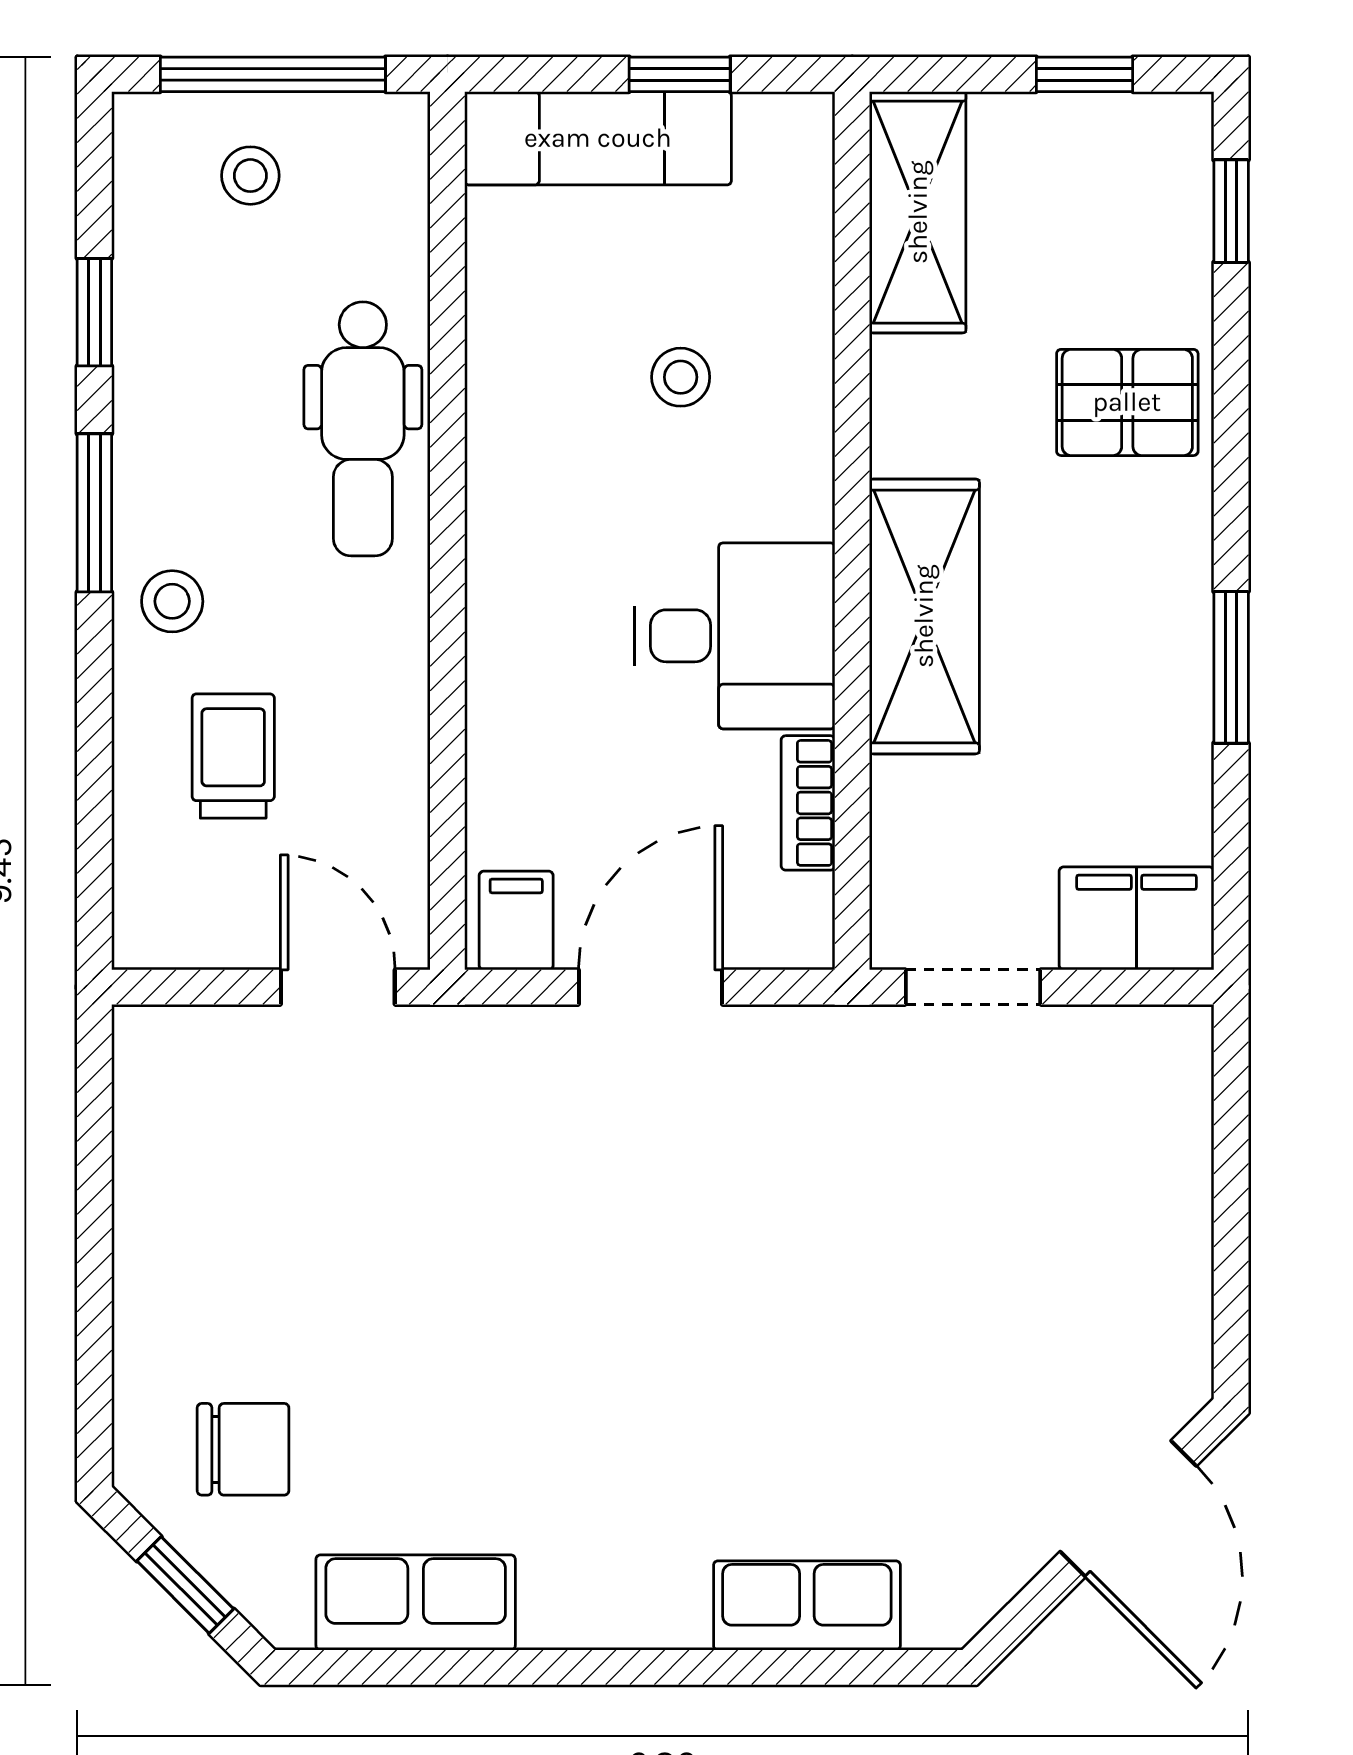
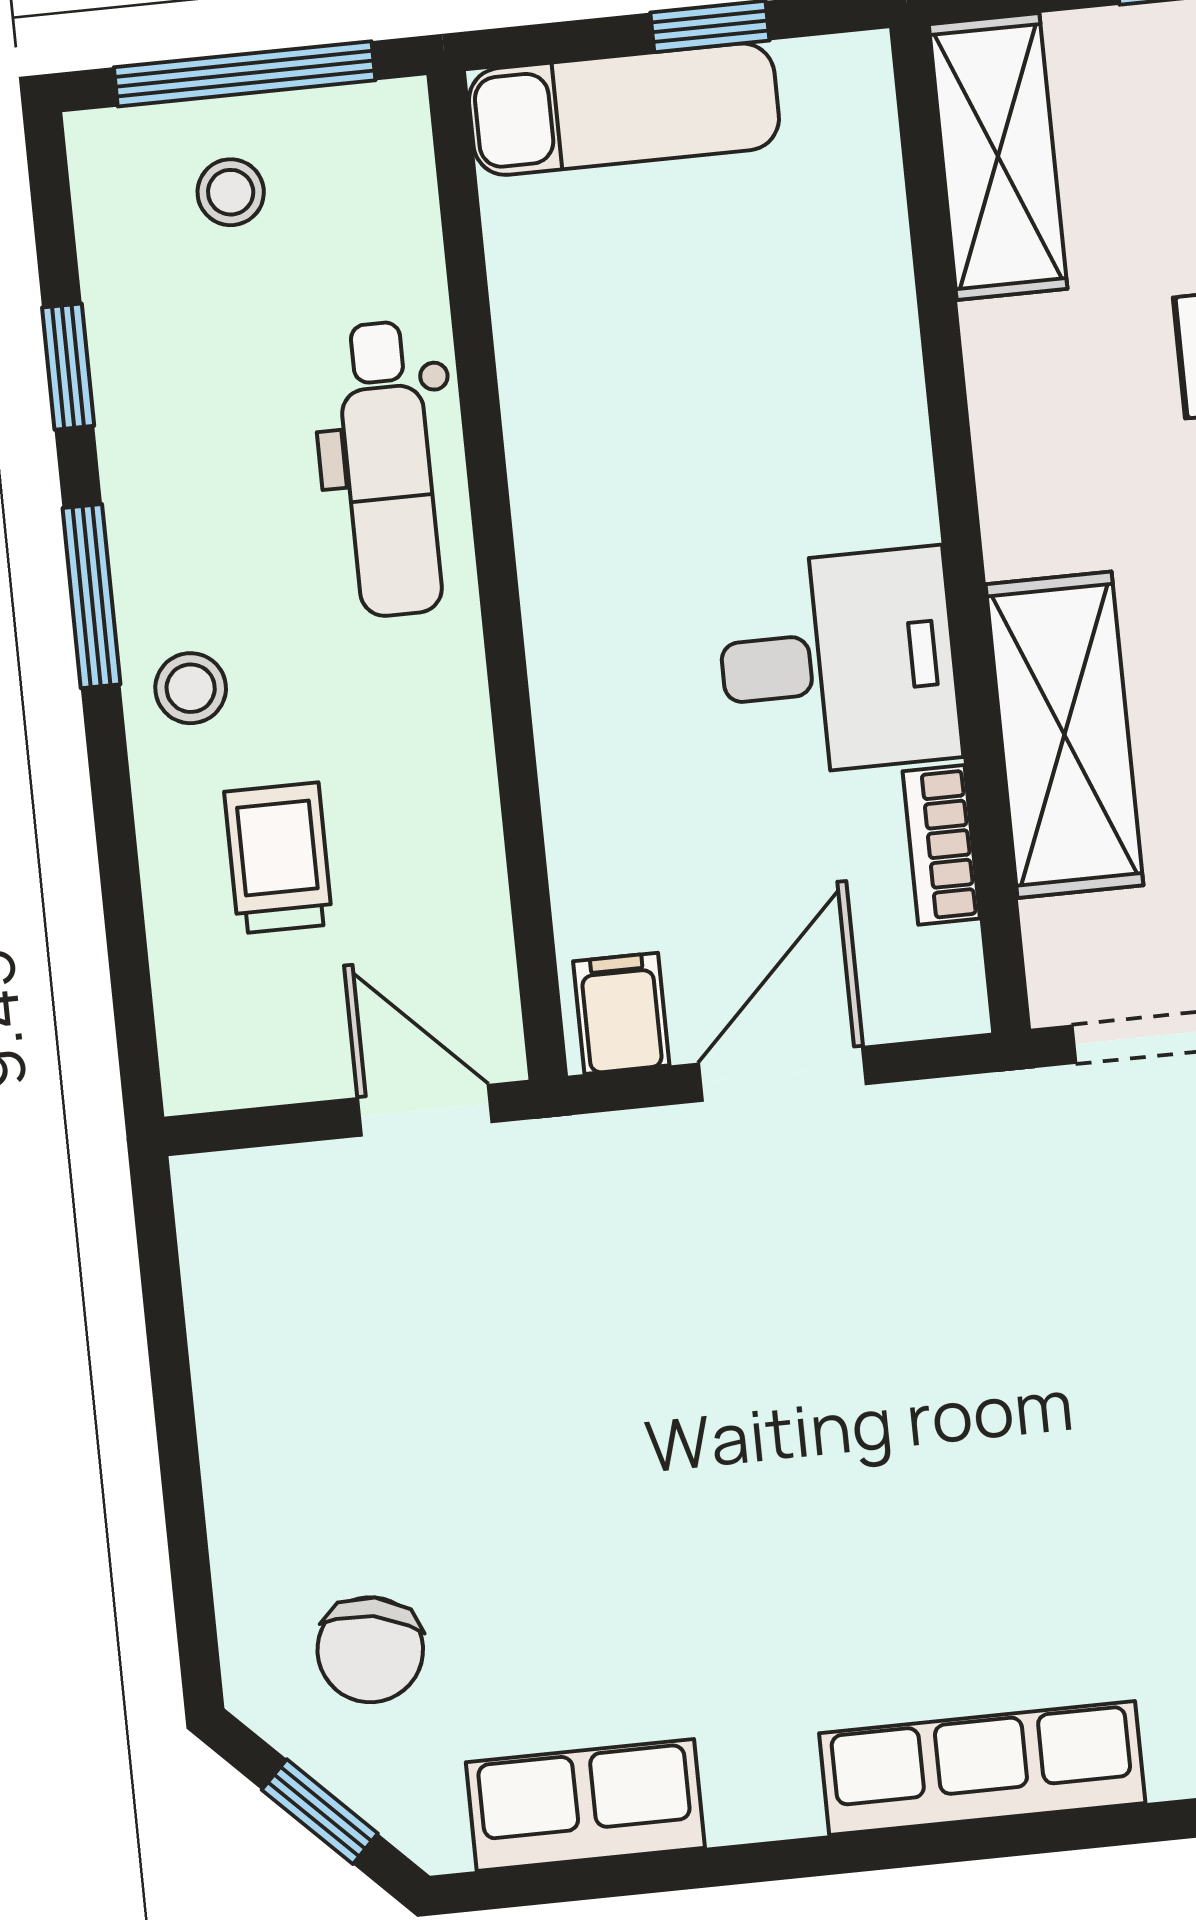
stool: (681, 377) -> (746, 373), removed
shelving: (924, 616) -> (1064, 735), moved
chair: (243, 1449) -> (370, 1650), turned 101
row of seats: (807, 1605) -> (982, 1768), width x1.48

